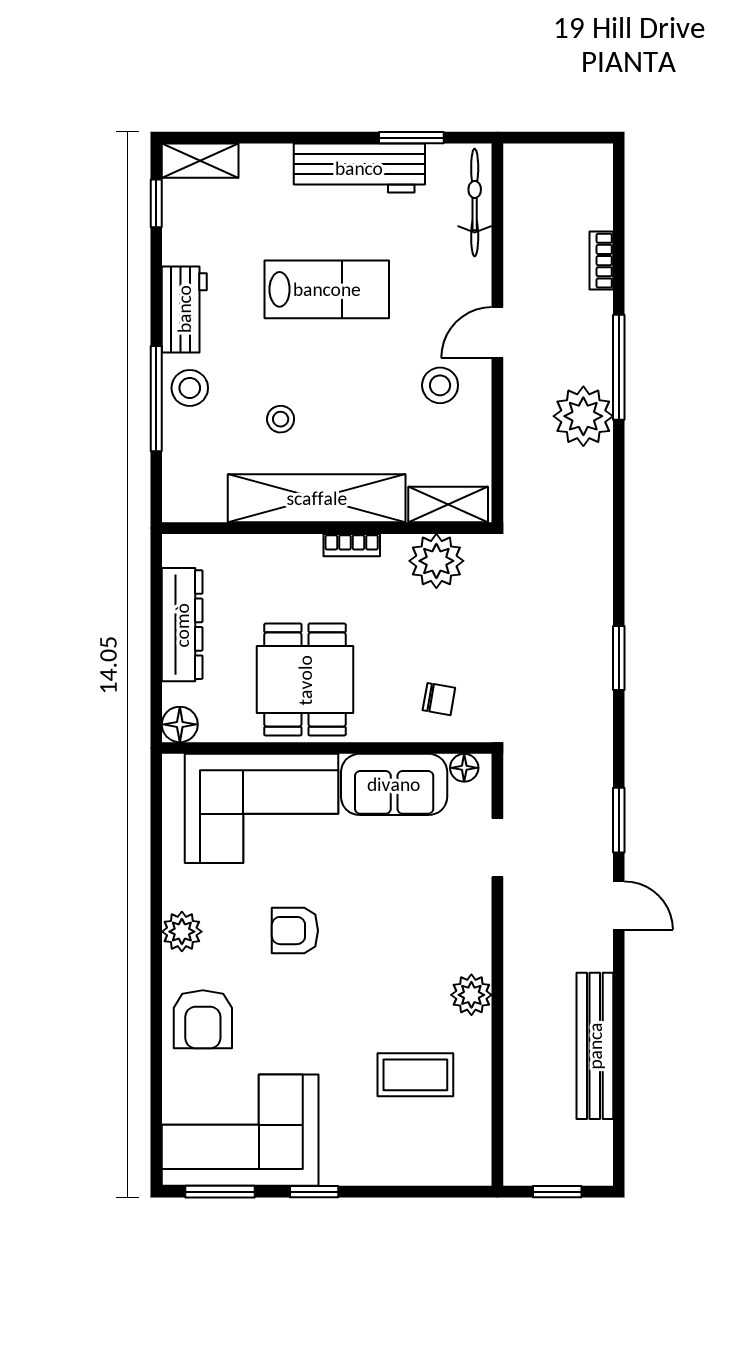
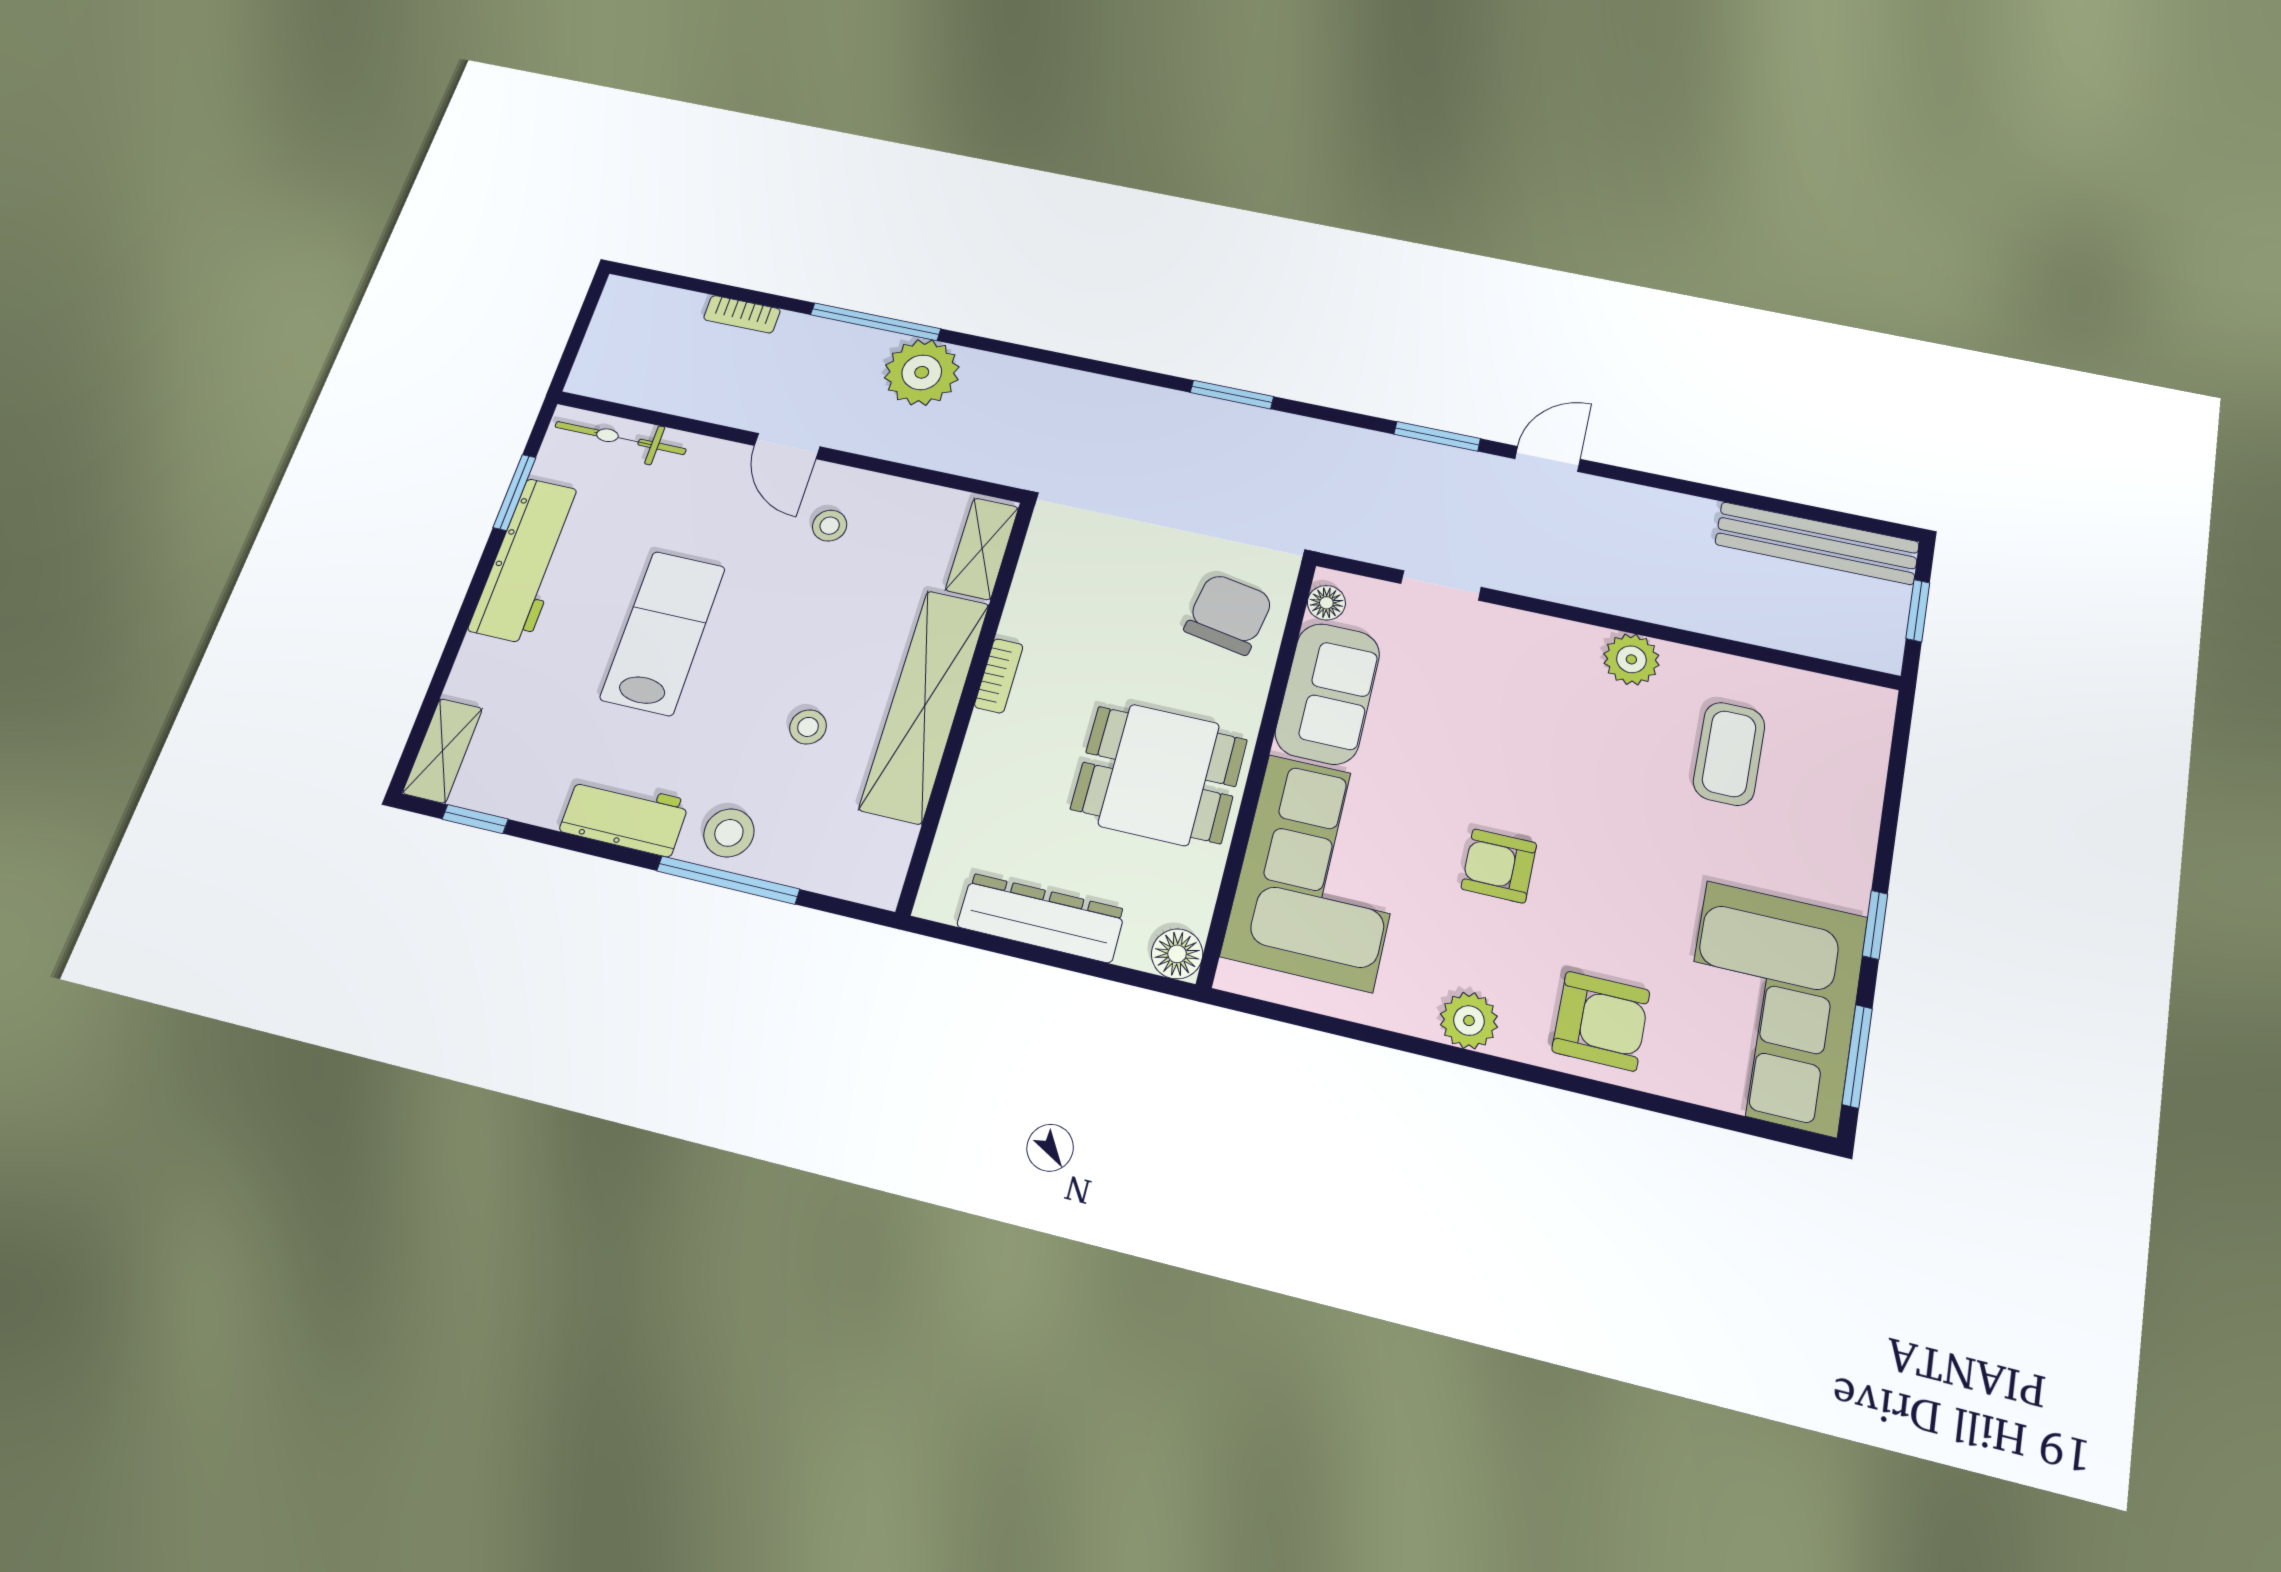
stool: (440, 385) -> (830, 526), width x0.73, depth x0.73
plant: (436, 561) -> (1050, 578), removed
chair: (439, 699) -> (1229, 614), width x1.87, depth x1.87
armchair: (295, 931) -> (1499, 866), turned 90
bench: (595, 1046) -> (1817, 543), moved

